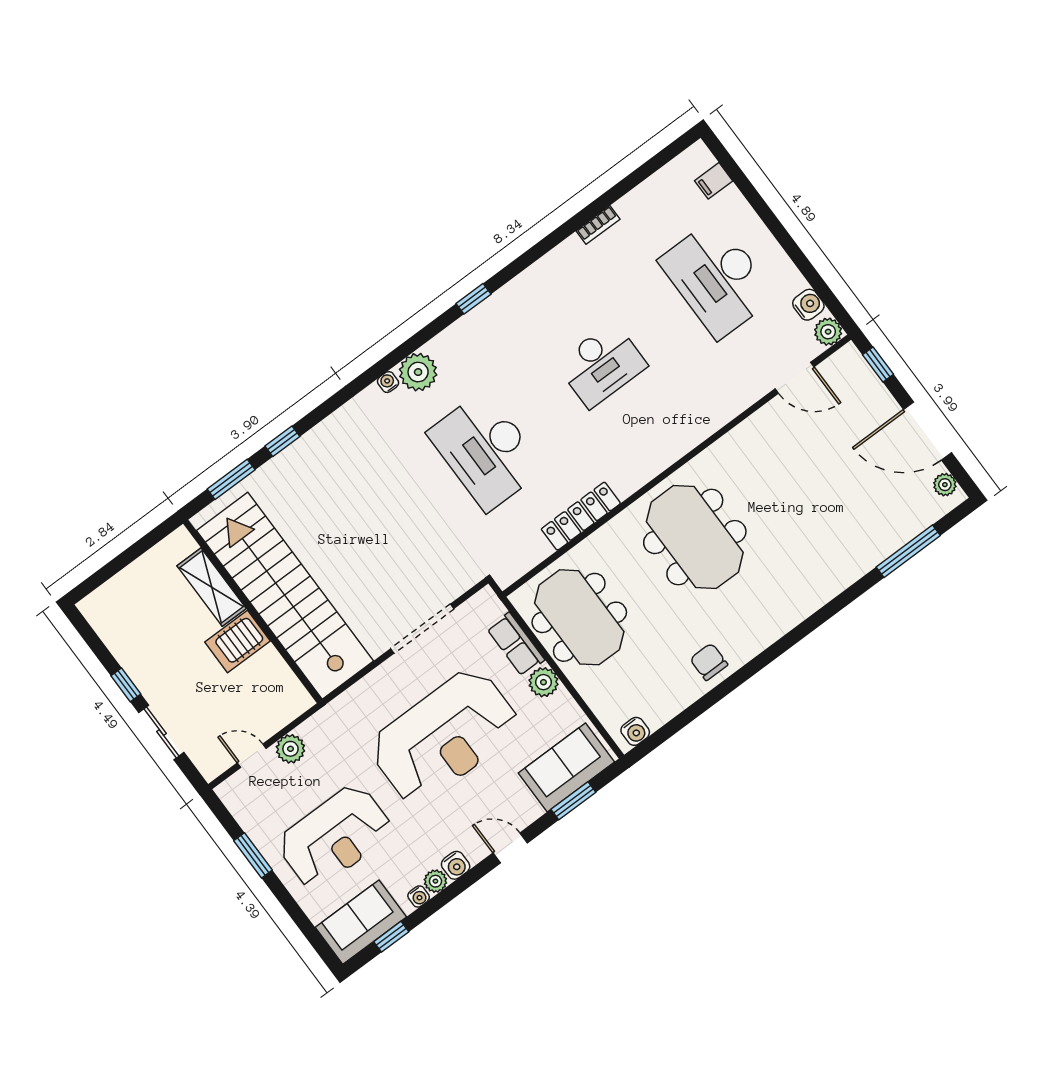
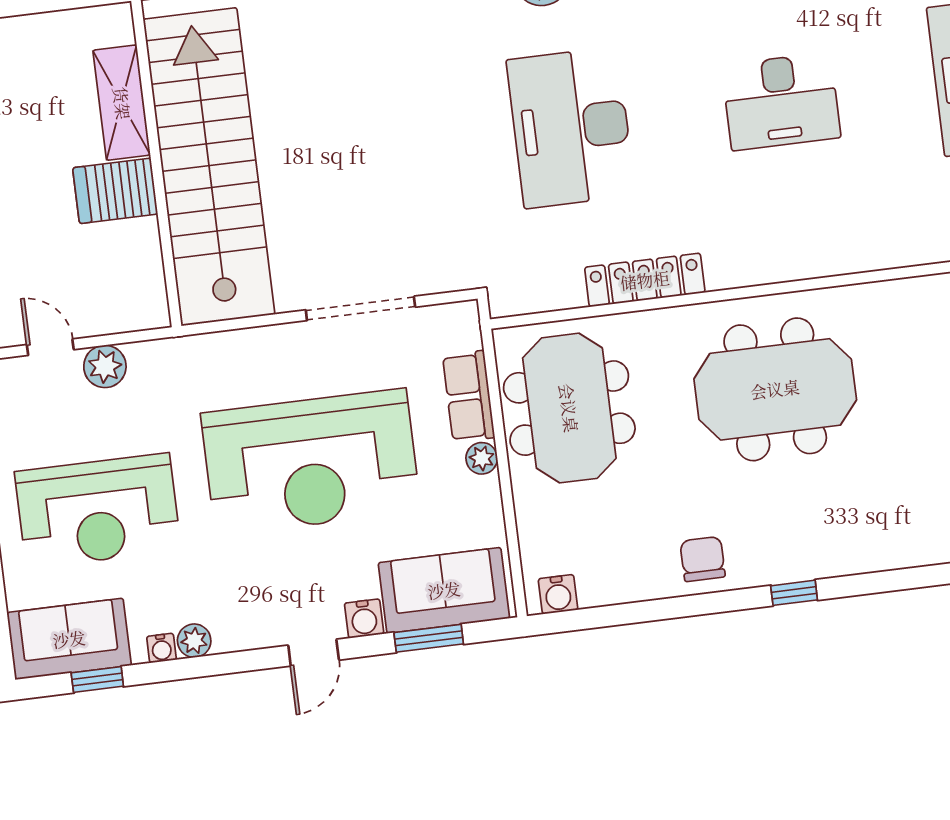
meeting table: (695, 537) -> (775, 389), turned 90
window: (774, 651) -> (794, 593), added
plant: (543, 682) -> (482, 458), width x0.73, depth x0.73
door: (510, 848) -> (314, 653), swing flipped
water cooler: (456, 865) -> (364, 619), moved

